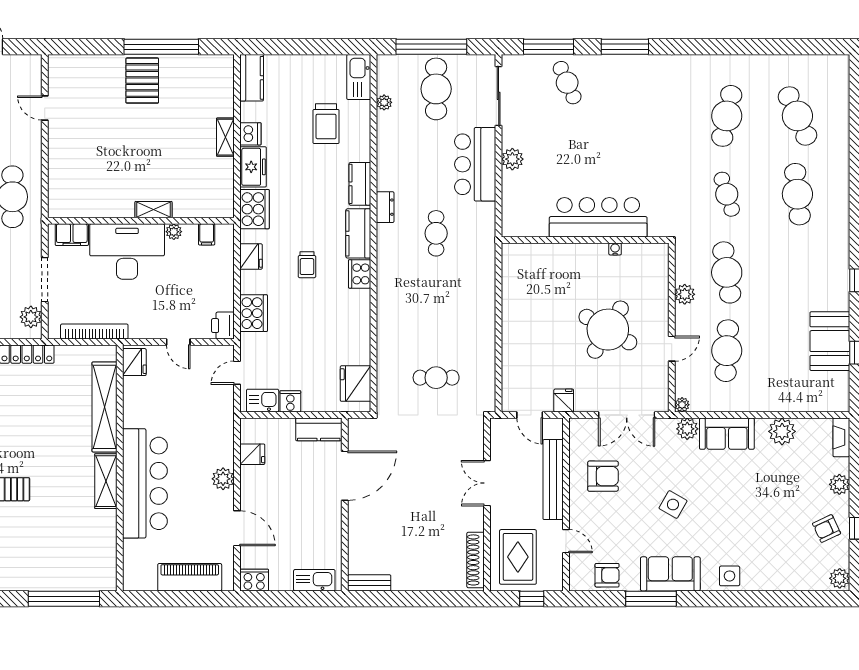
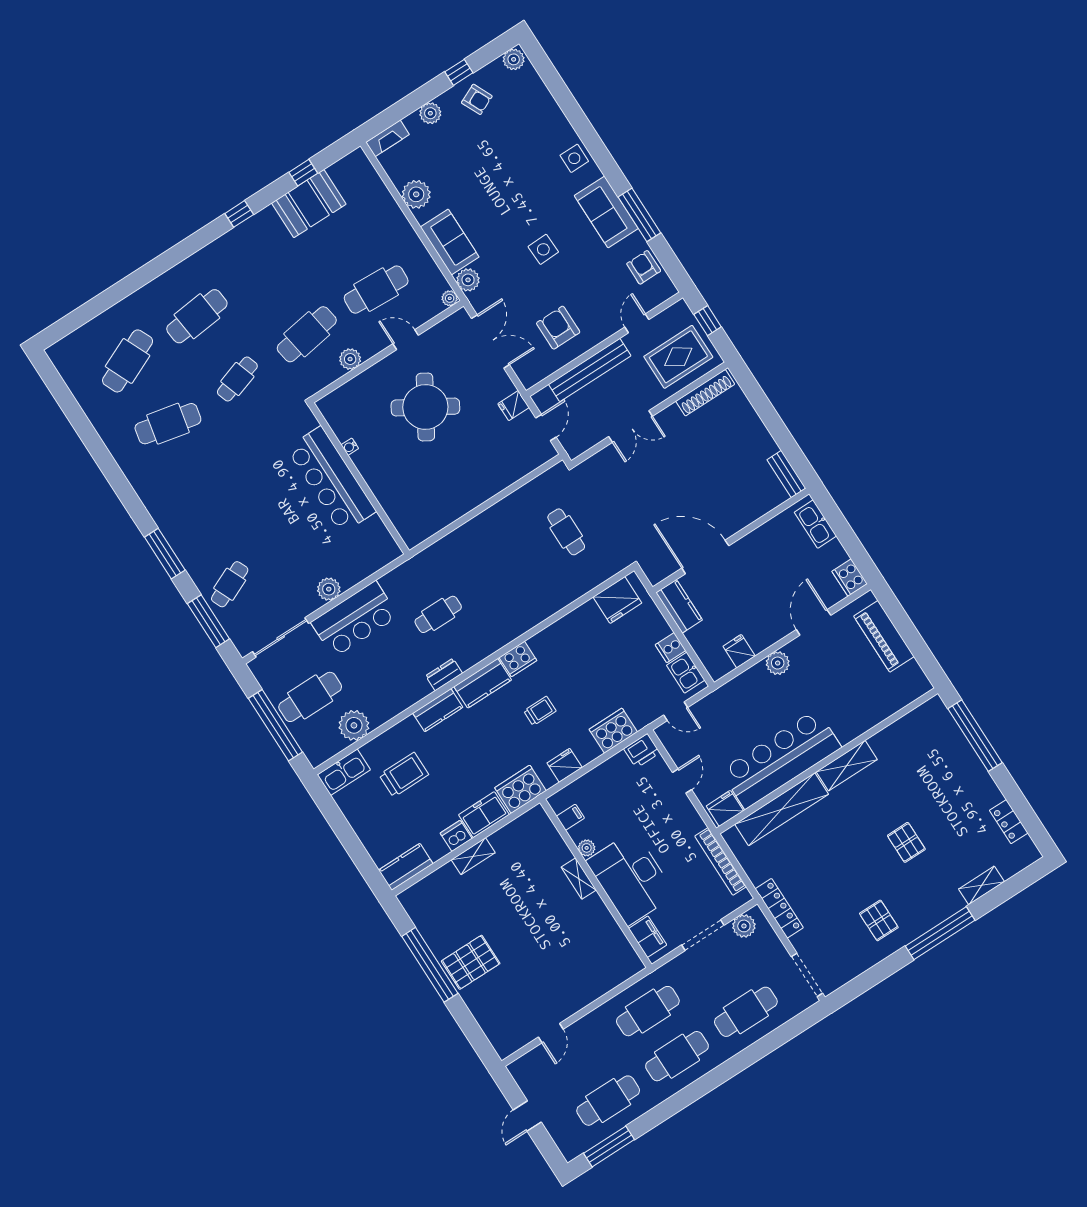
plant: (384, 102) -> (354, 725), width x1.88, depth x1.88
bar counter: (145, 483) -> (781, 759), moved
side table: (673, 505) -> (543, 249), turned -32

